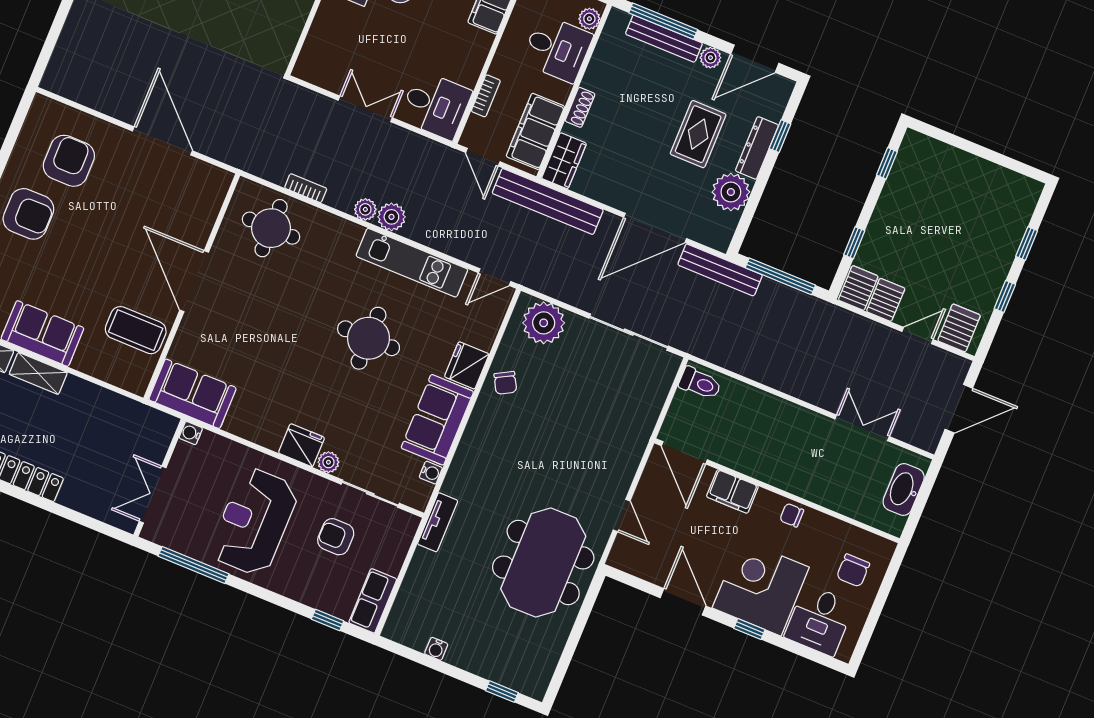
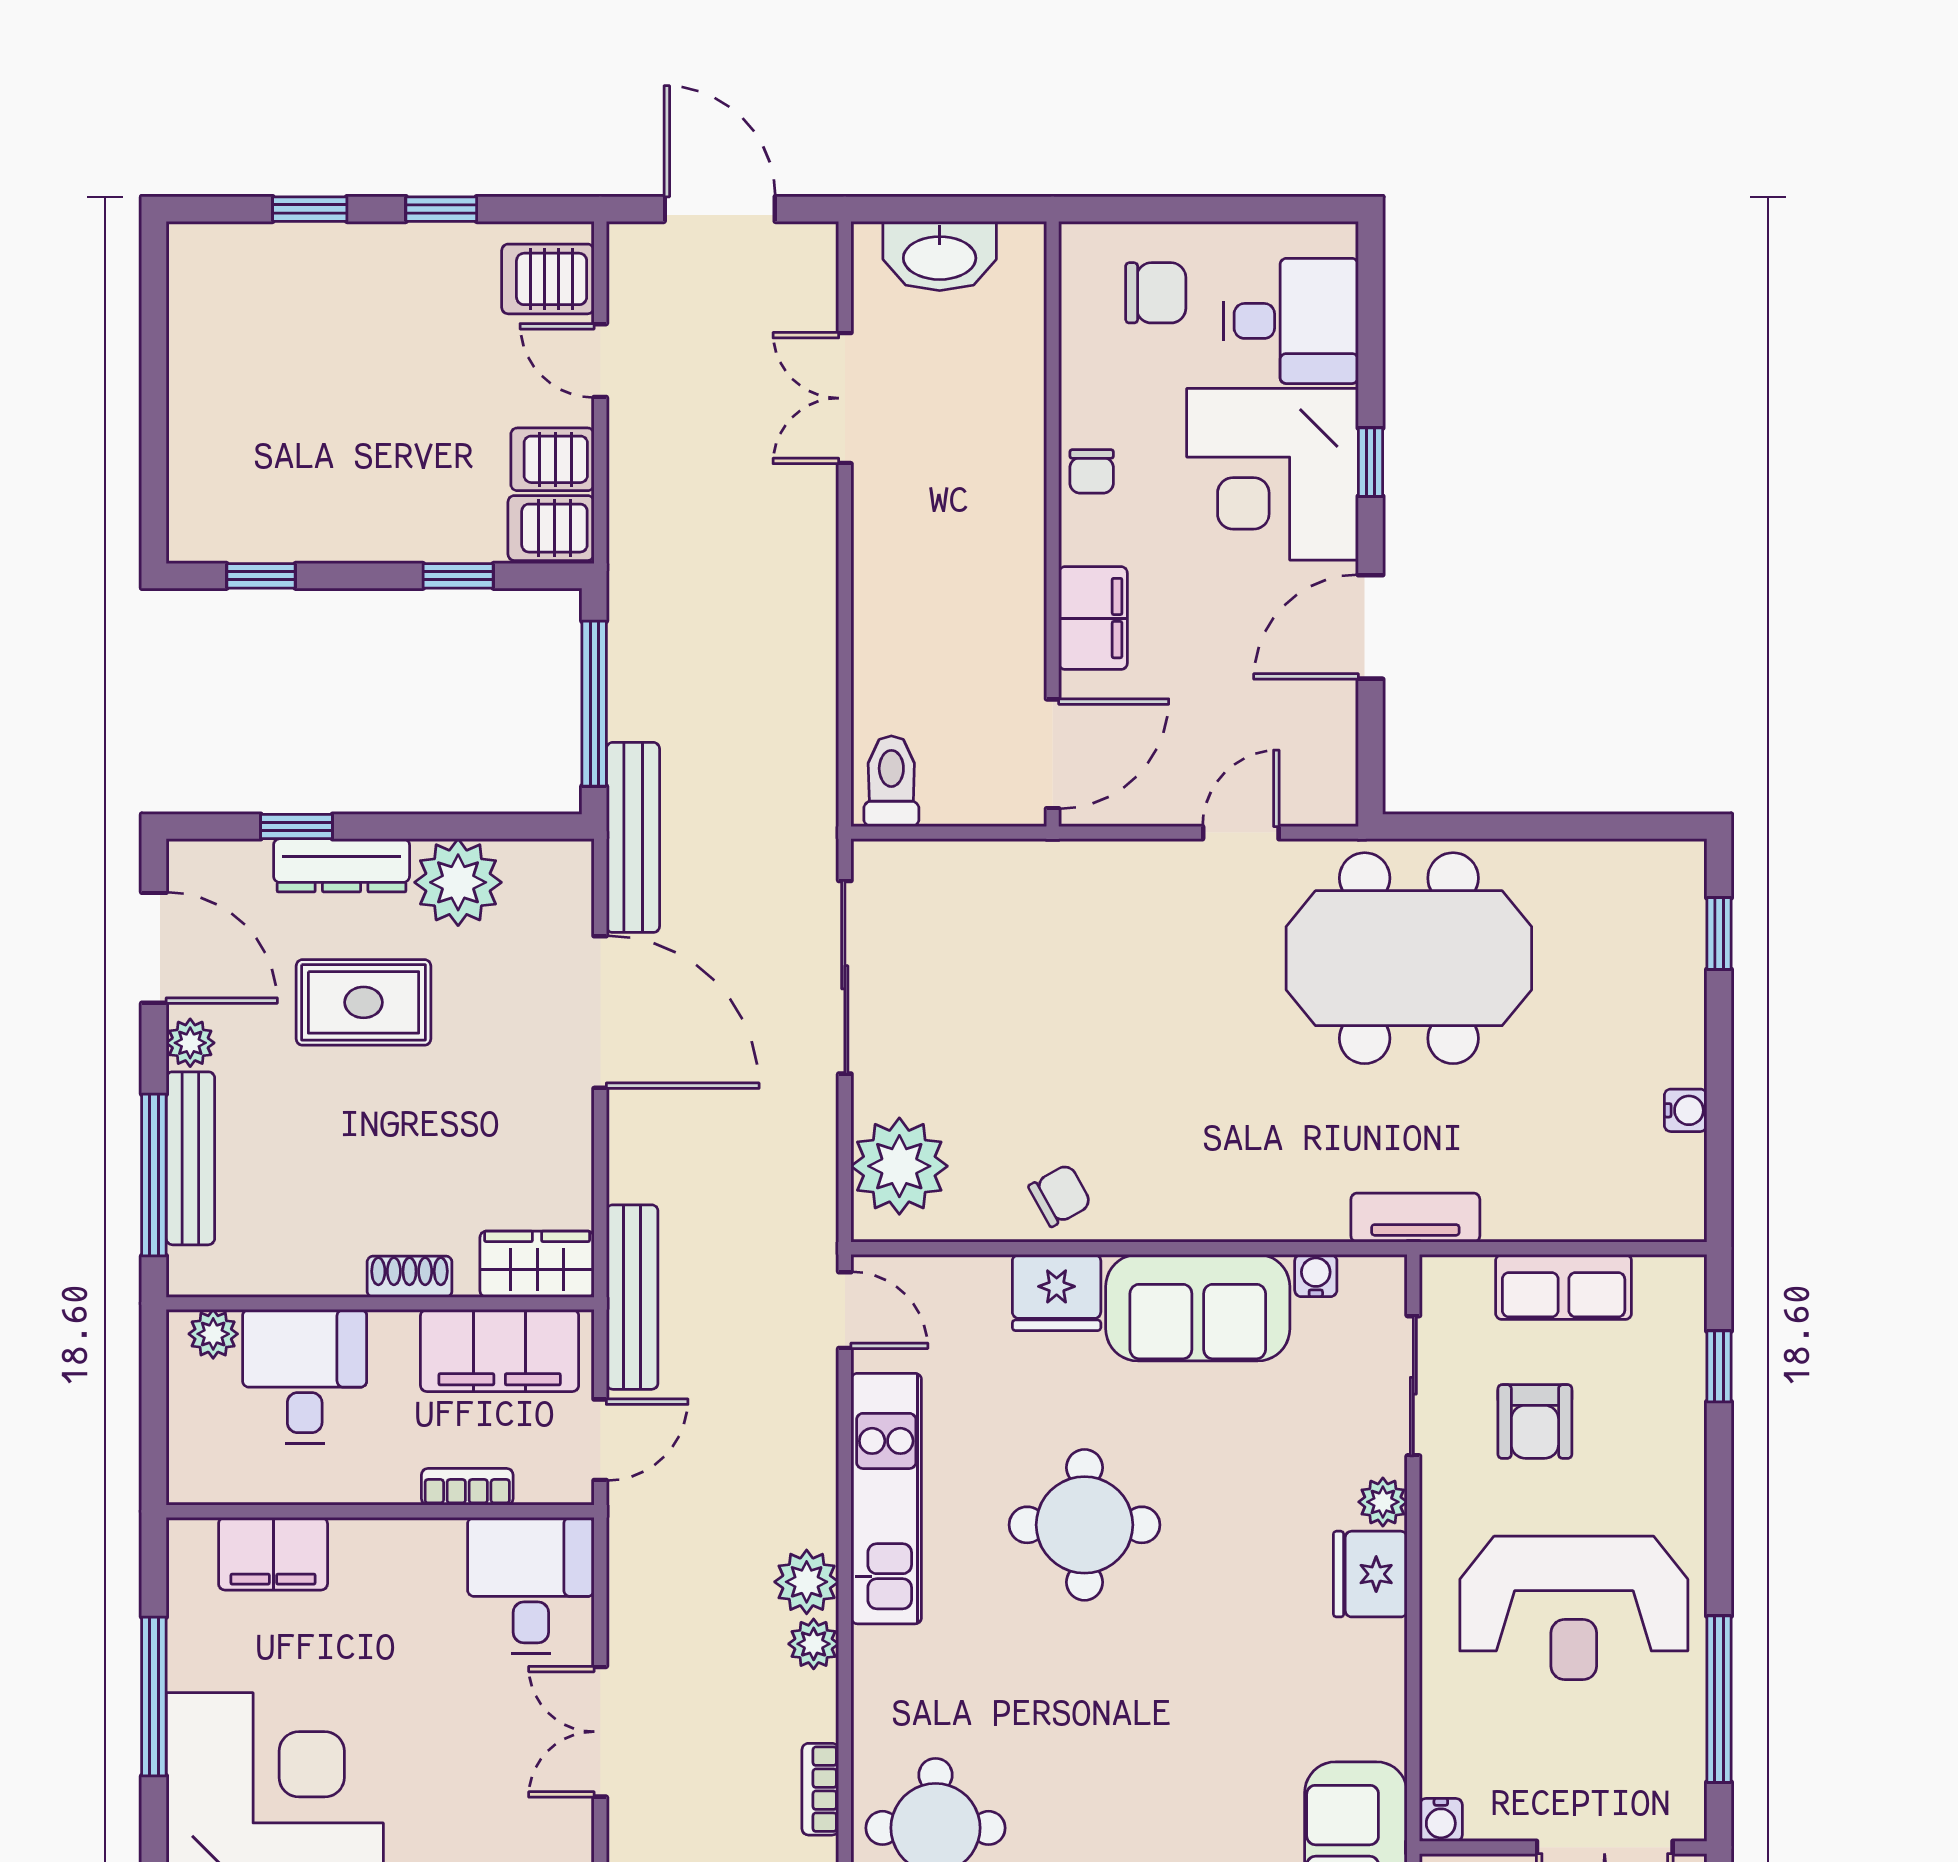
bench: (548, 201) -> (632, 1297), width x0.73, depth x0.82
row of seats: (373, 601) -> (1564, 1287), moved

